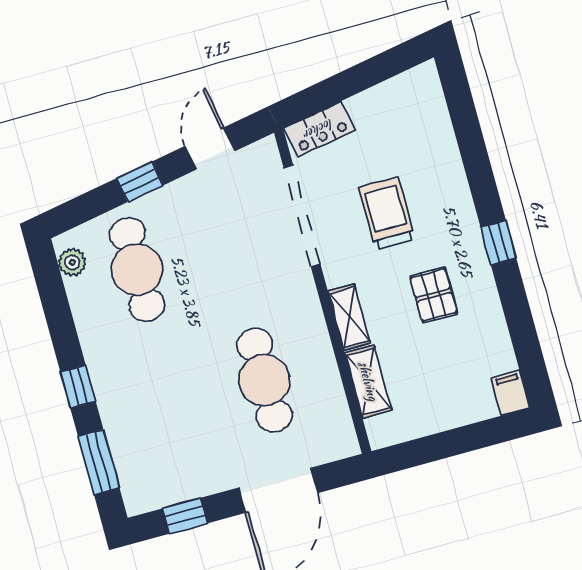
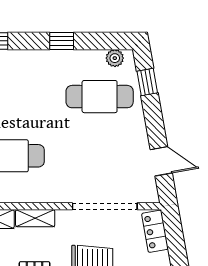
window: (140, 182) -> (147, 82), moved
window: (78, 387) -> (62, 41), moved

